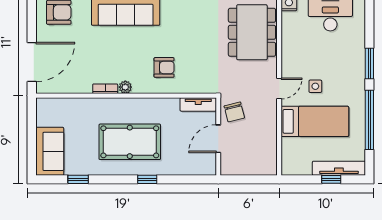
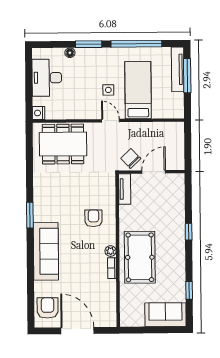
floor lamp: (360, 41) -> (70, 53), added
door: (32, 62) -> (77, 331), moved
chair: (234, 112) -> (131, 158), turned -120
door: (218, 139) -> (154, 172), swing flipped
pool table: (130, 142) -> (140, 257), moved
window: (331, 179) -> (187, 76), width x2.17

